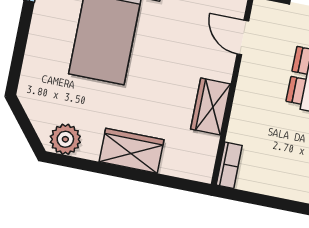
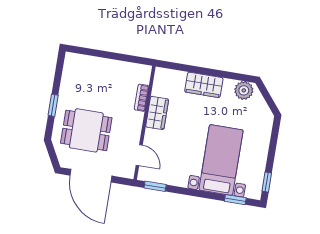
bookcase: (229, 165) -> (142, 98), moved

